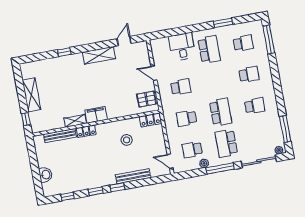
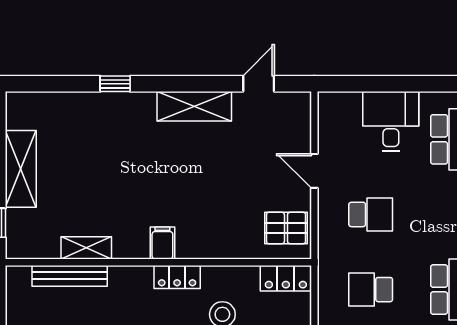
filing cabinet: (96, 115) -> (162, 243), width x0.50
shelving: (75, 121) -> (86, 248), moved
locker: (86, 131) -> (177, 277), moved

